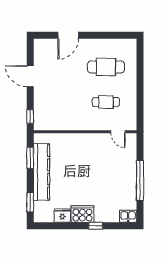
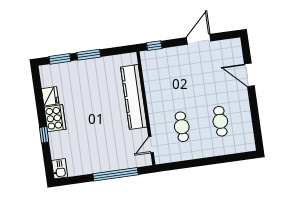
cafe table: (106, 67) -> (220, 121), width x0.73, depth x0.74
window: (30, 158) -> (89, 55), moved
kitchen counter: (42, 172) -> (134, 97), moved, turned 90
window: (140, 180) -> (116, 174), moved

